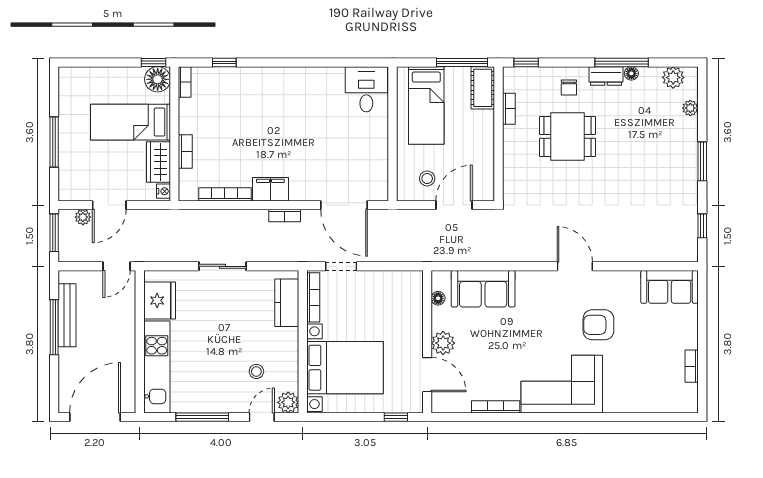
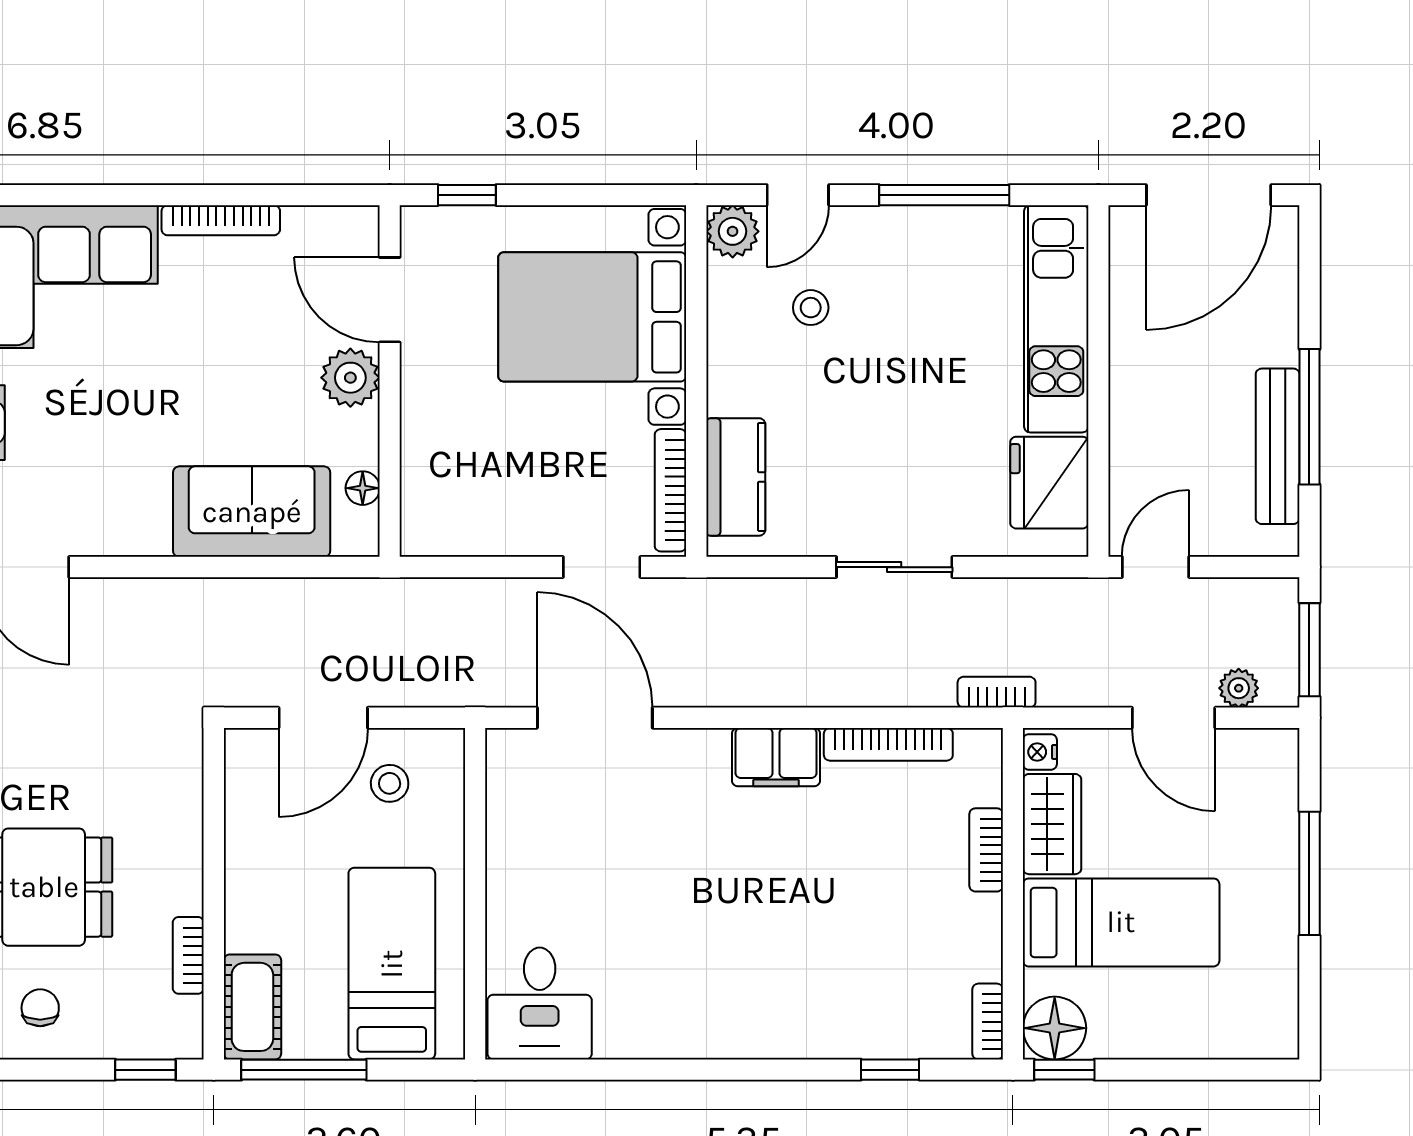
door: (109, 205) -> (1174, 718), swing flipped
bookcase: (285, 215) -> (997, 692), moved

